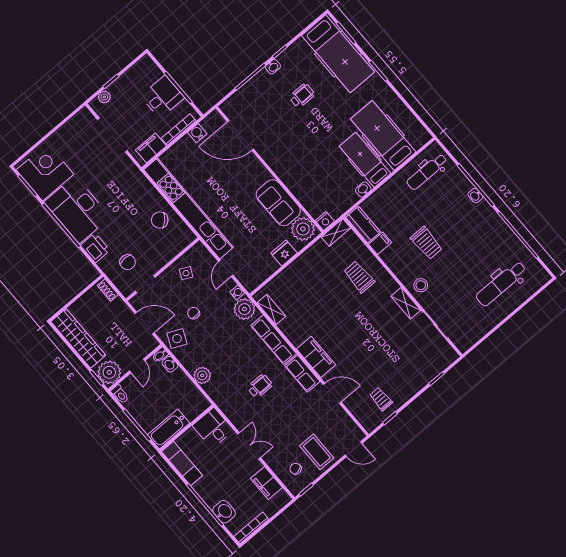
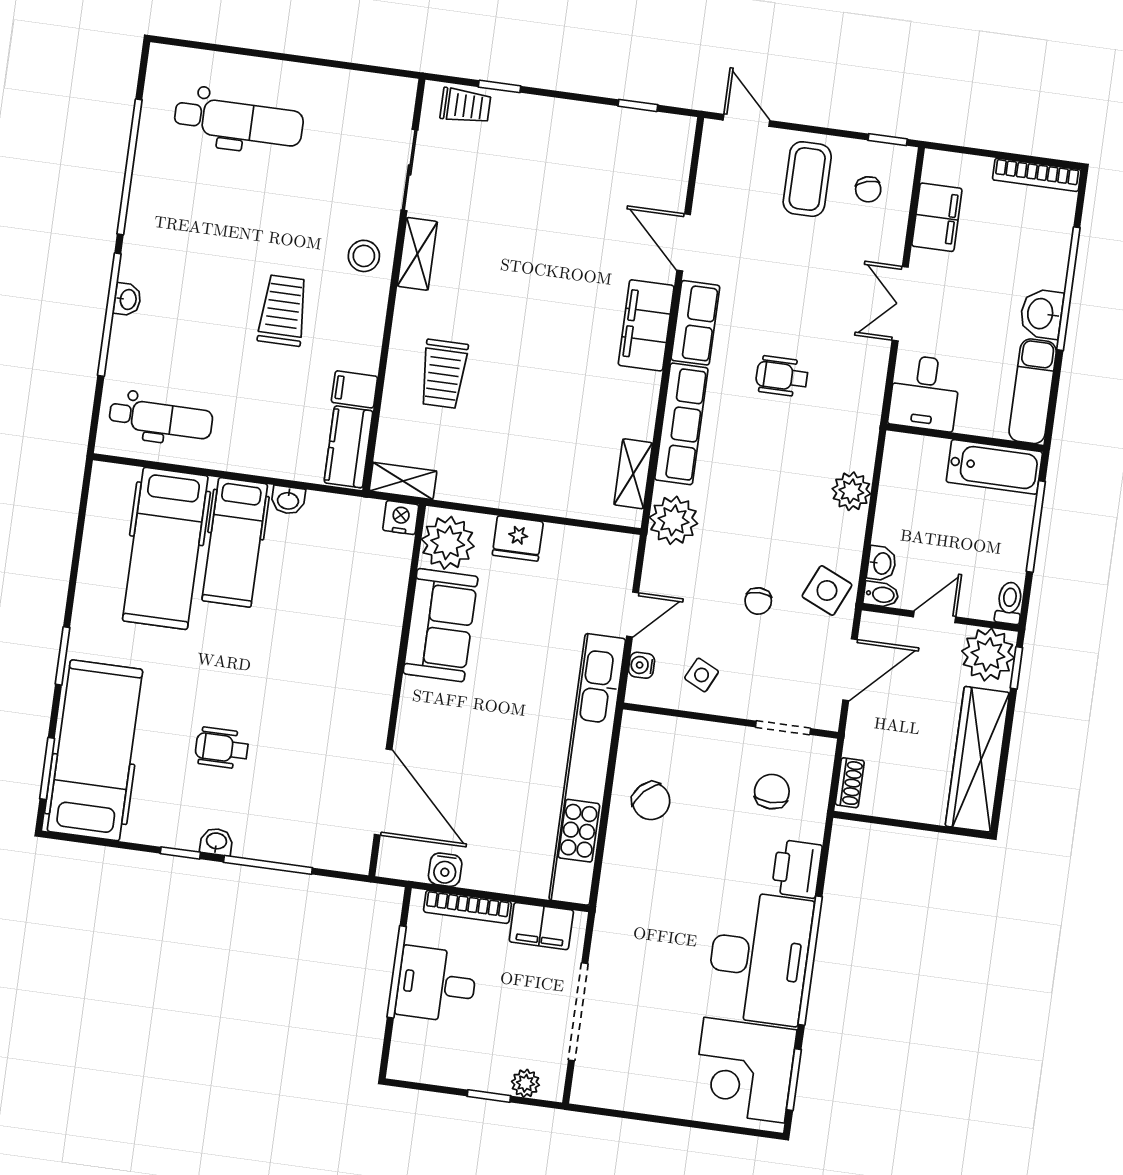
water cooler: (237, 293) -> (642, 665), moved
door: (145, 323) -> (850, 670), swing flipped
trolley: (381, 399) -> (465, 106), moved, turned -90
washbasin: (224, 512) -> (1041, 314), moved

